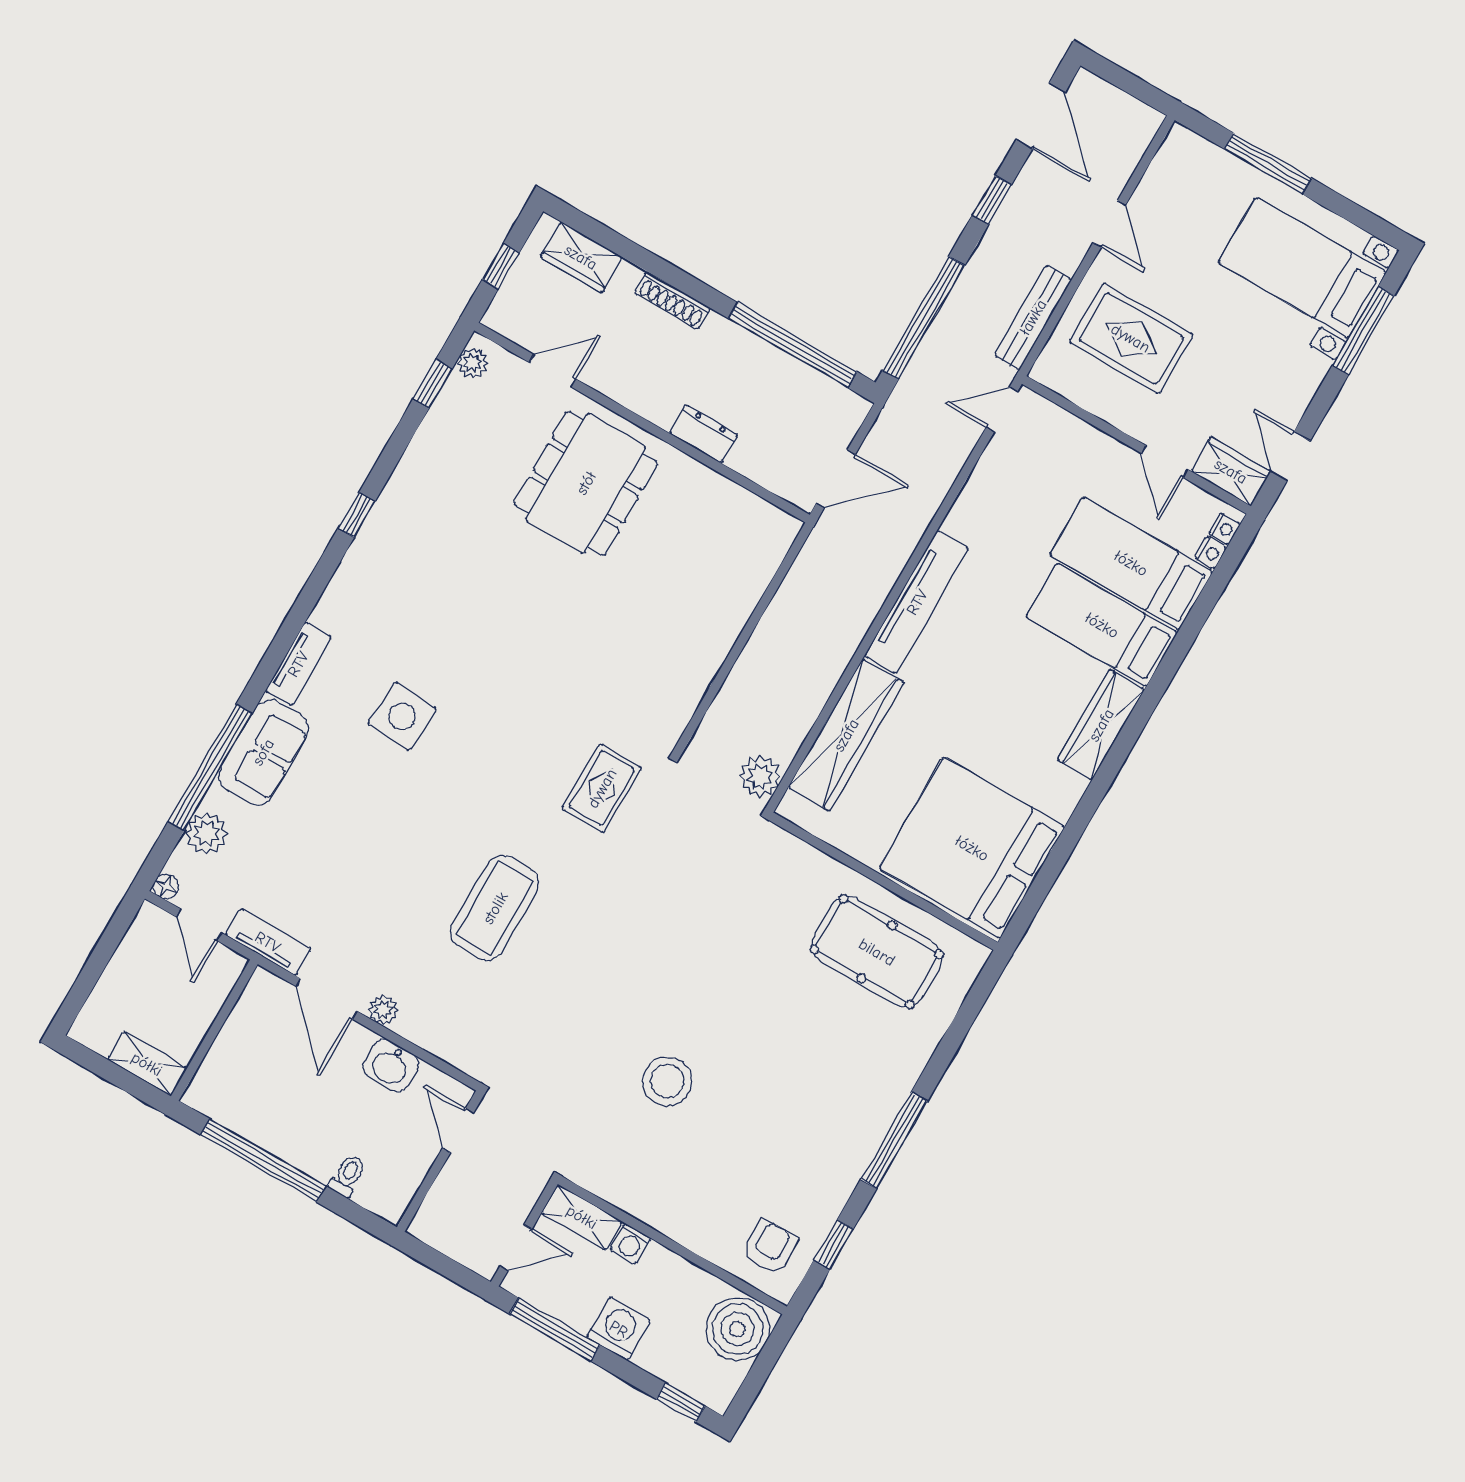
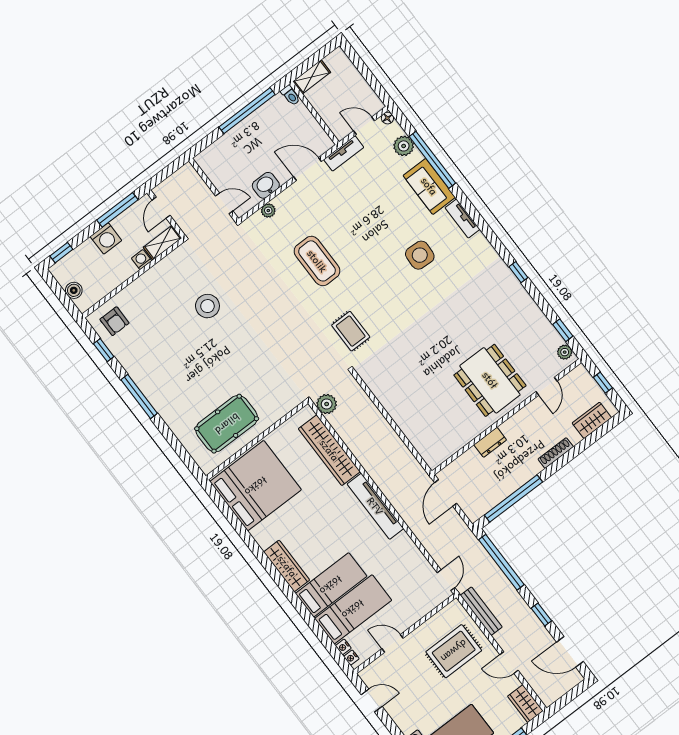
wardrobe: (1231, 471) -> (525, 704), moved, turned 90
plant: (383, 1010) -> (268, 211), moved
toilet: (348, 1175) -> (290, 95), moved
boiler: (738, 1329) -> (74, 290), width x0.54, depth x0.54

